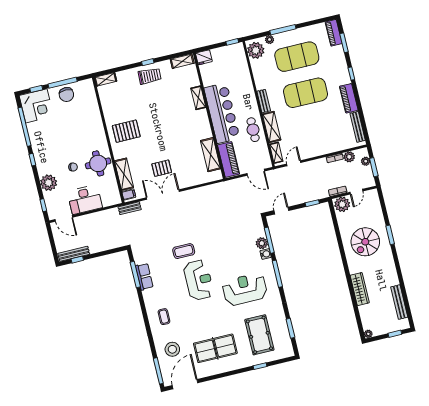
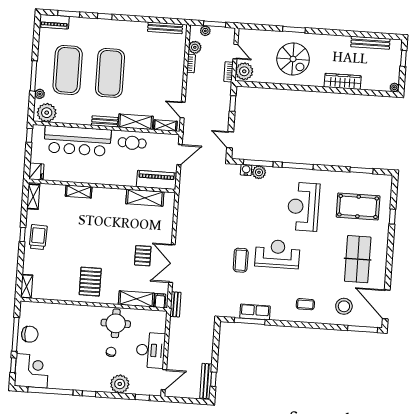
piano: (349, 98) -> (131, 28), removed
bar counter: (222, 113) -> (77, 141), moved, turned 180
water cooler: (266, 254) -> (246, 170), moved

